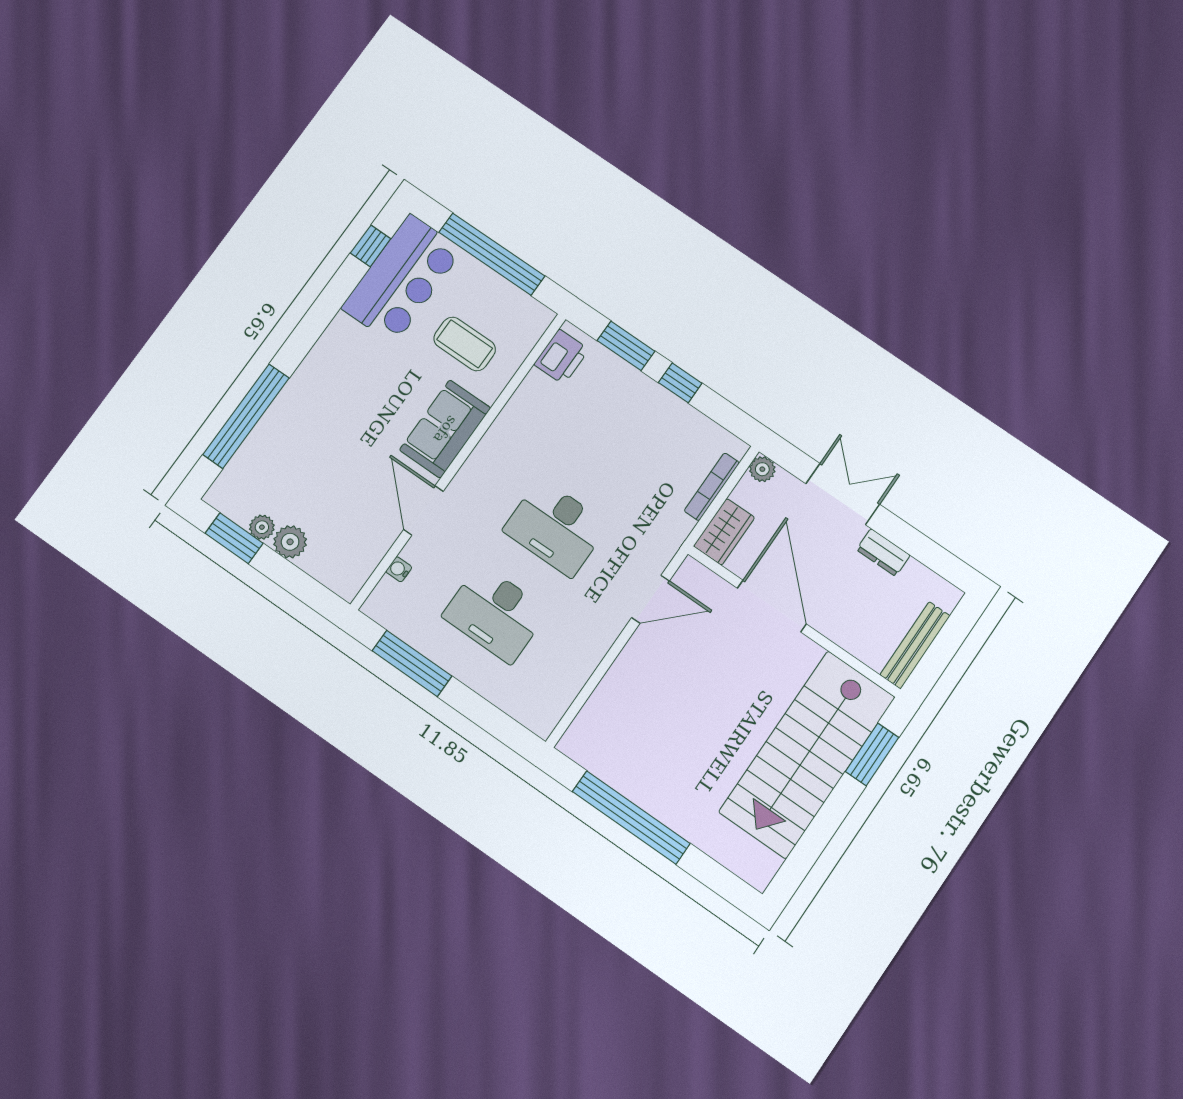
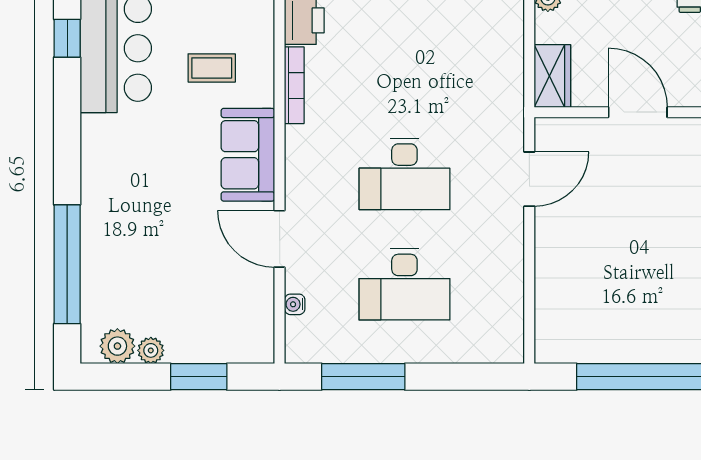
coffee table: (465, 344) -> (212, 68), width x0.73, depth x0.77
bookcase: (712, 487) -> (294, 85), moved, turned 180
window: (234, 538) -> (199, 377), moved
plant: (290, 542) -> (117, 346), moved
door: (772, 606) -> (638, 112), width x0.73

